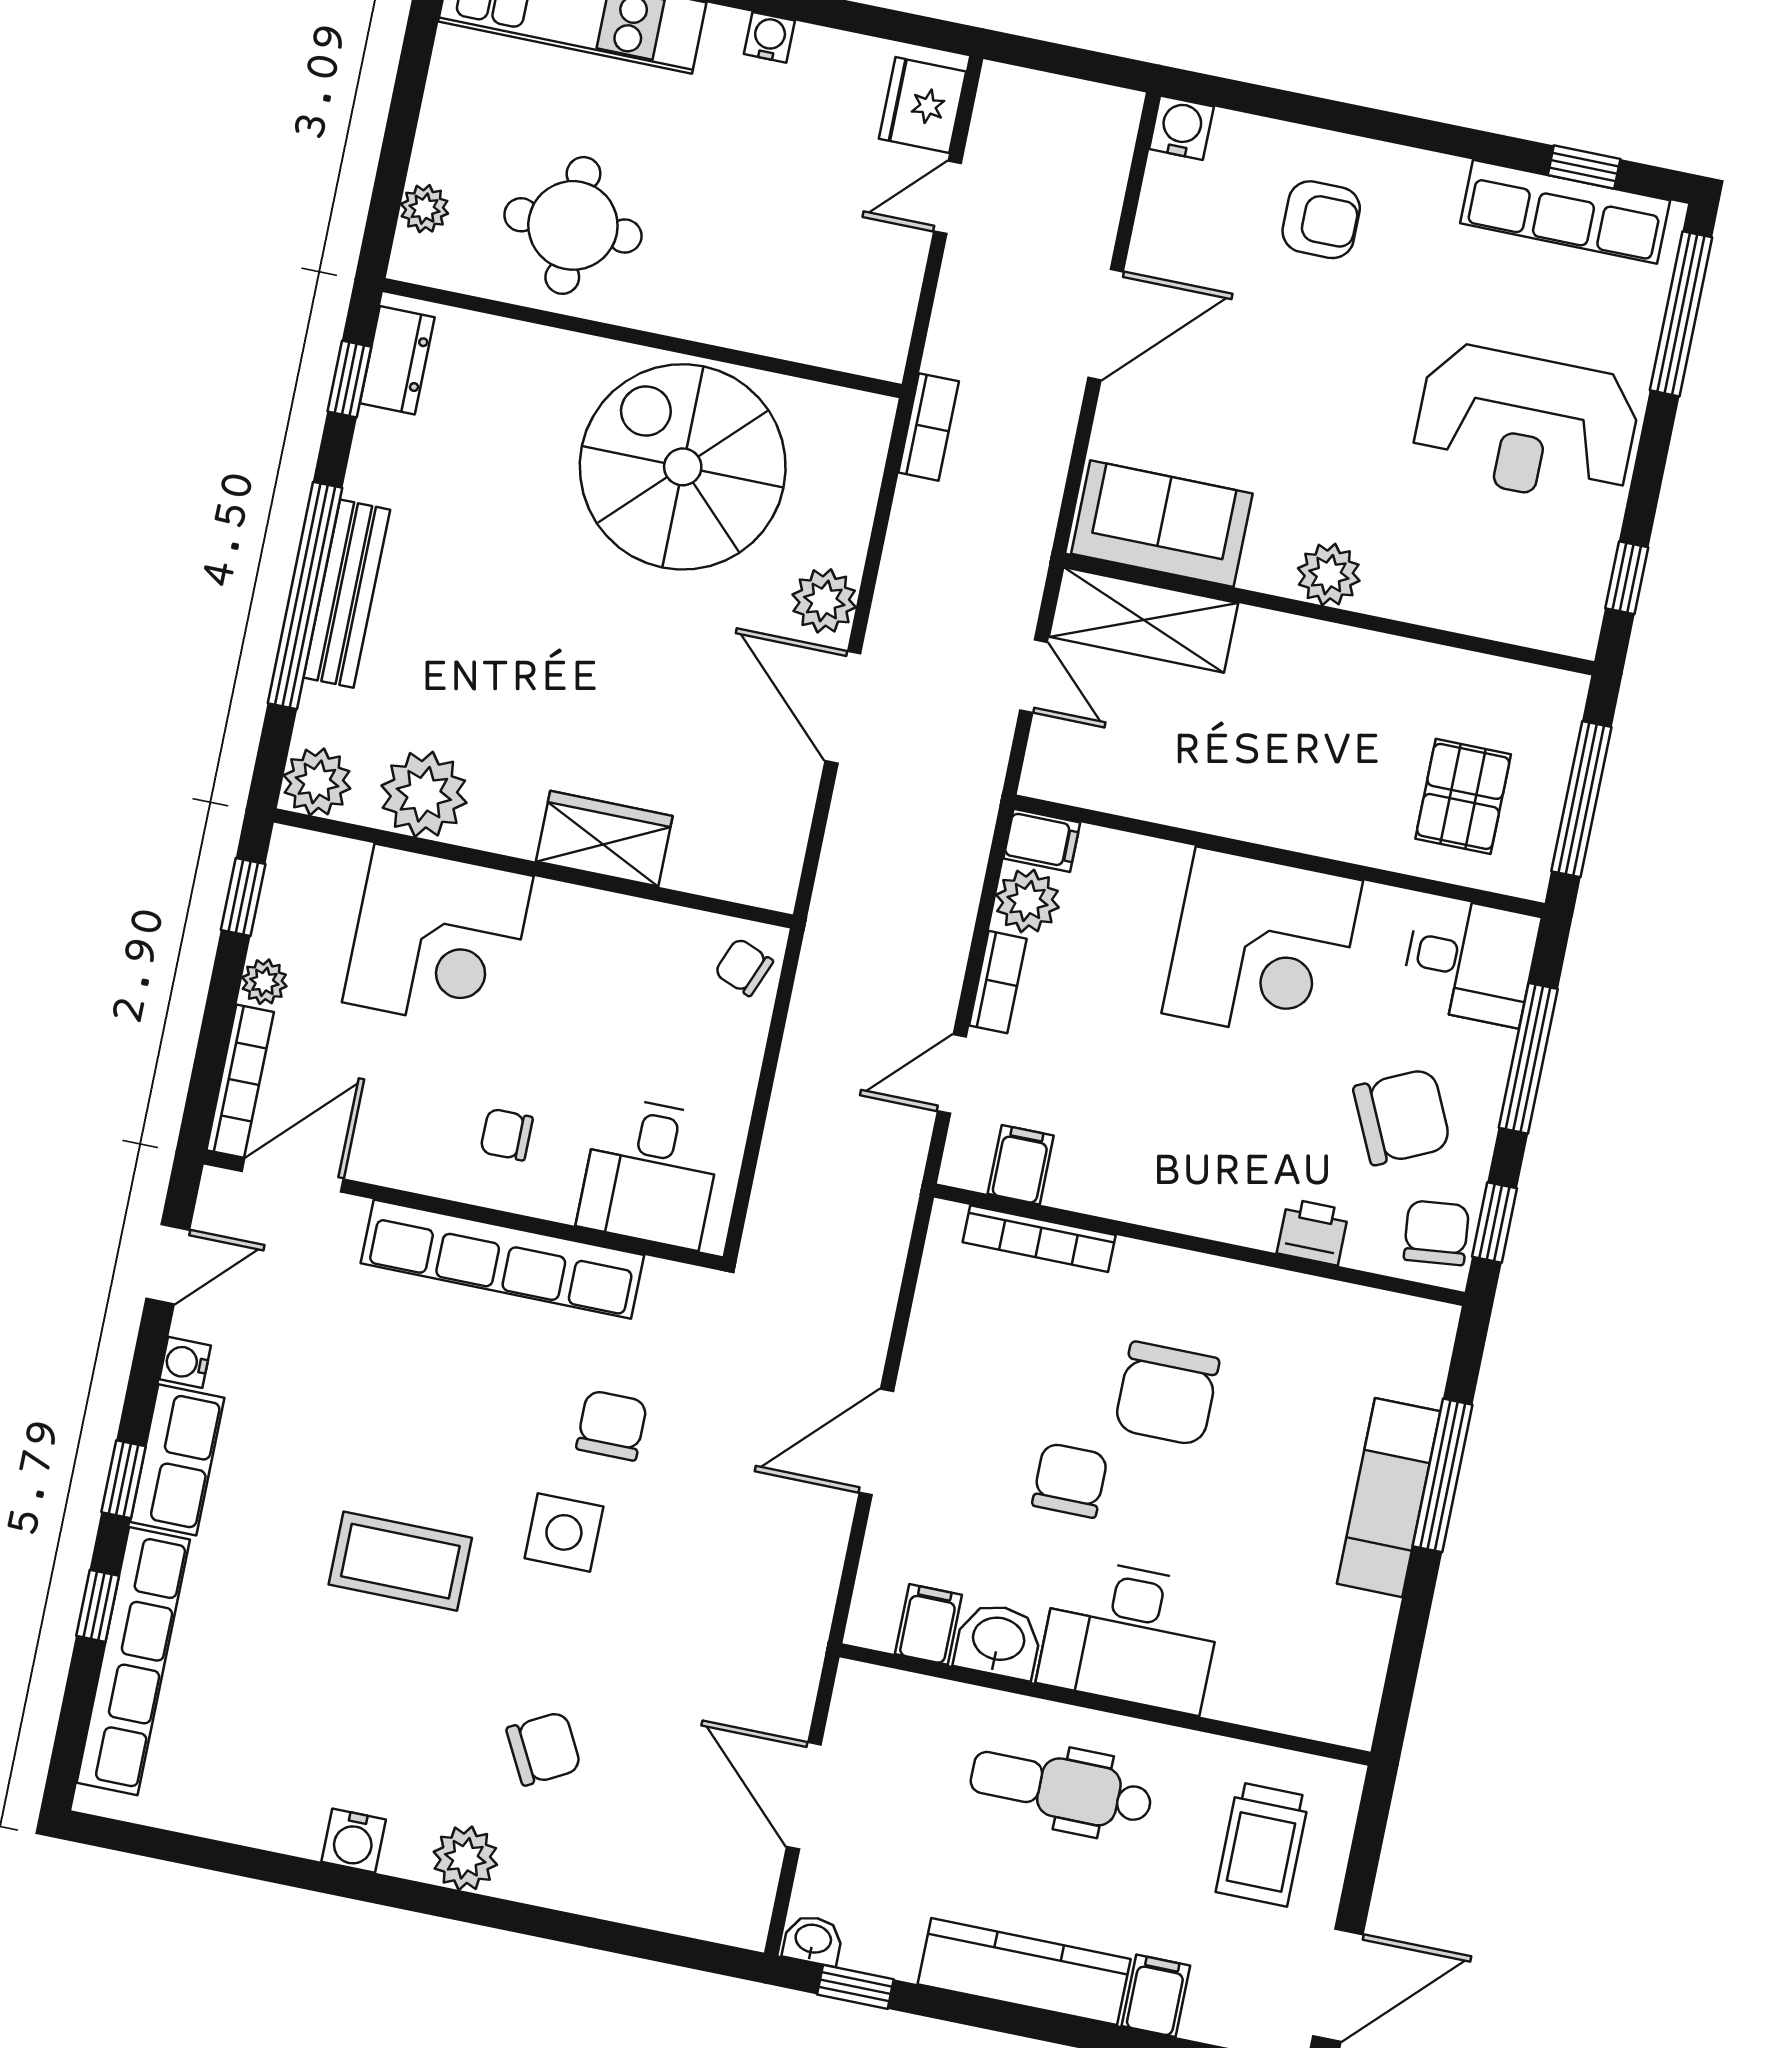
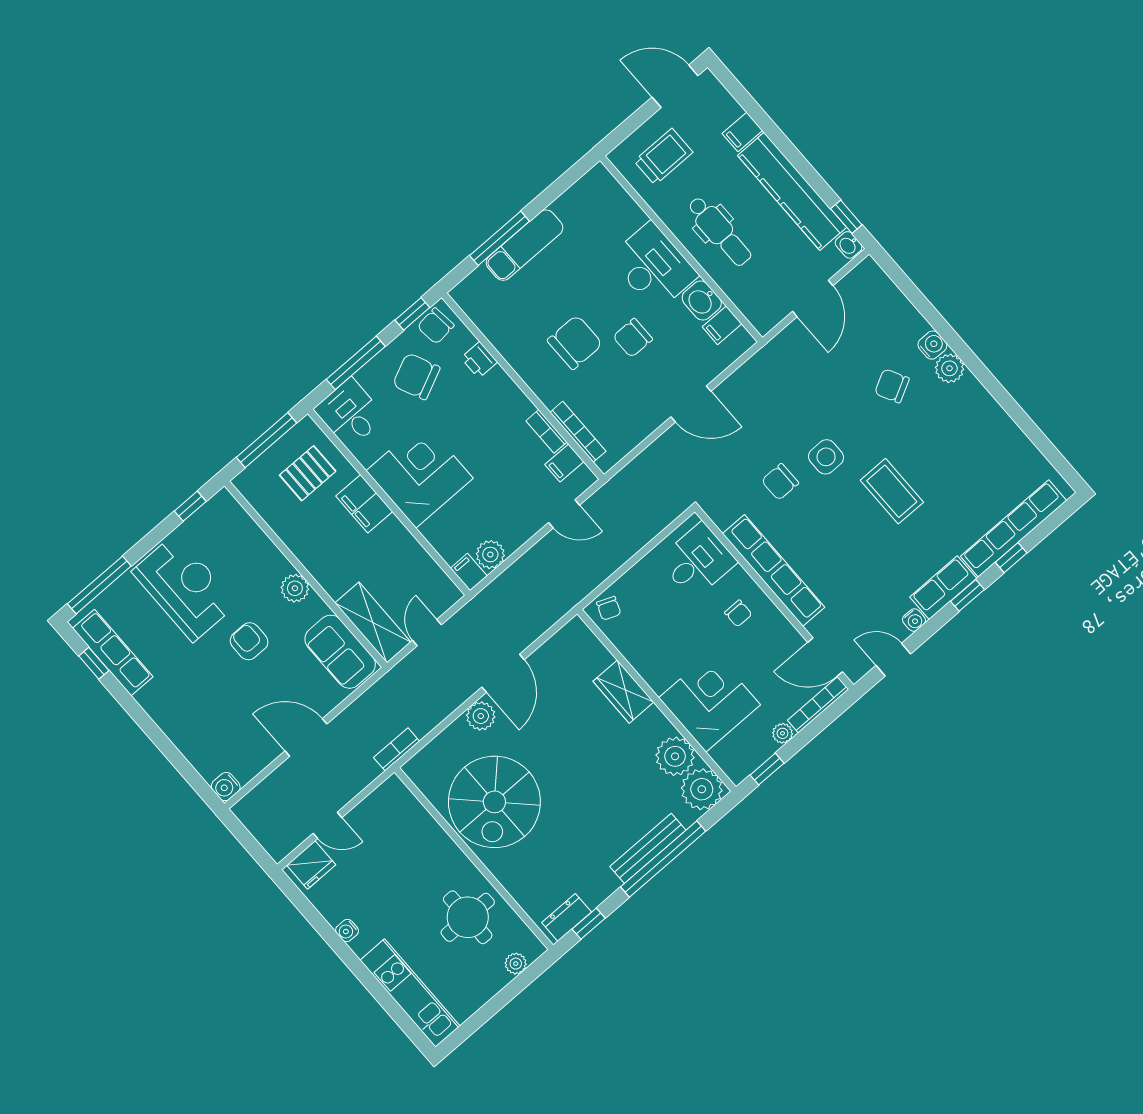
armchair: (1321, 220) -> (249, 641), moved
plant: (317, 782) -> (702, 789), width x1.36, depth x1.36
filing cabinet: (1321, 819) -> (364, 504), added
bookcase: (998, 982) -> (546, 431), moved, turned -90
water cooler: (354, 1841) -> (932, 345), moved
kitchen counter: (1024, 1972) -> (792, 191), width x1.39, depth x1.17

